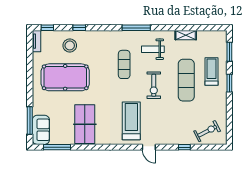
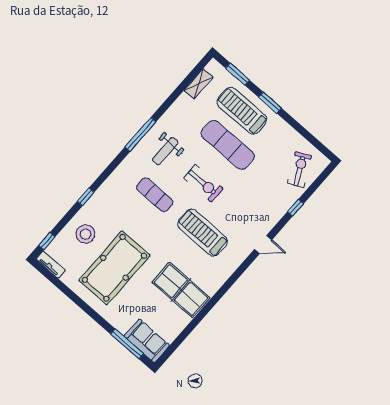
window: (79, 28) -> (86, 197), moved
window: (136, 28) -> (140, 135), moved
shelving: (186, 35) -> (199, 84), moved
treadmill: (212, 72) -> (242, 111), width x1.37, depth x1.38
treadmill: (131, 121) -> (203, 233), moved
window: (57, 147) -> (179, 340), removed

